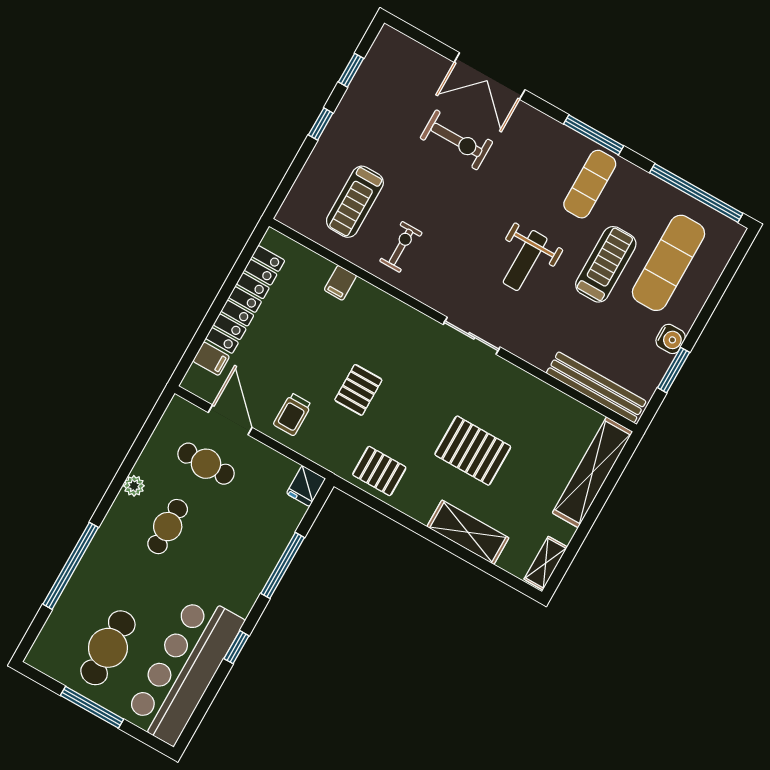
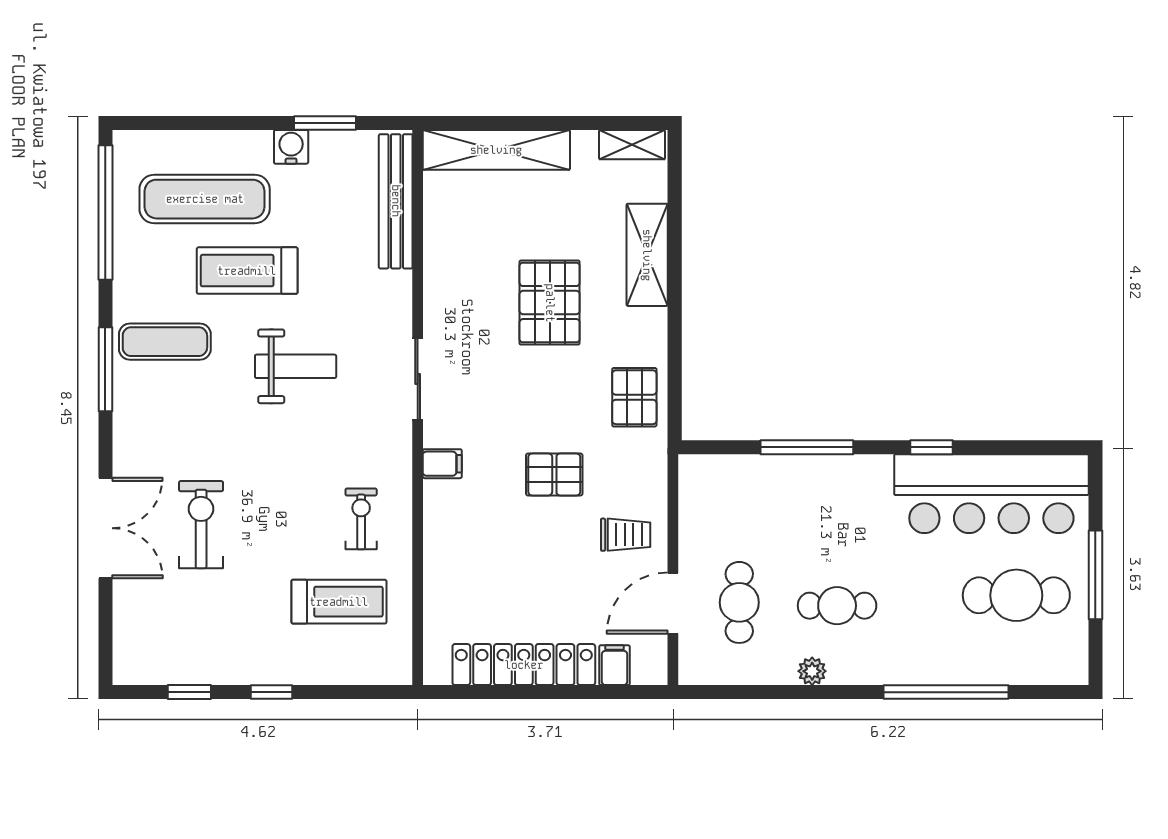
exercise bike: (401, 247) -> (361, 519), turned 90
filing cabinet: (340, 283) -> (442, 464), moved
fridge: (306, 486) -> (700, 472), removed

